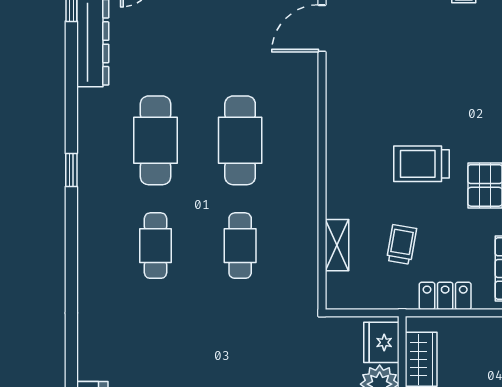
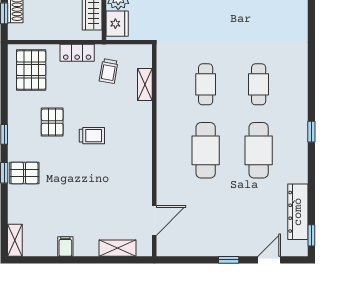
trolley: (422, 164) -> (92, 136), width x0.73, depth x0.72
trolley: (402, 244) -> (109, 71), moved

